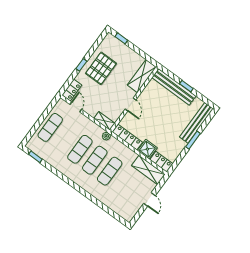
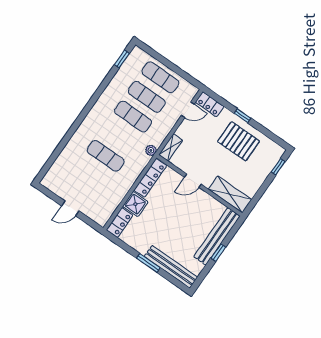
exercise mat: (95, 160) -> (147, 97), moved
shelving: (148, 170) -> (108, 206), removed

